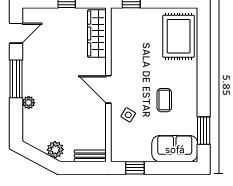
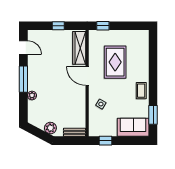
door: (16, 33) -> (23, 48), hinge flipped
rug: (179, 36) -> (115, 62), moved
door: (108, 89) -> (87, 76), moved
coffee table: (164, 100) -> (141, 91), moved

